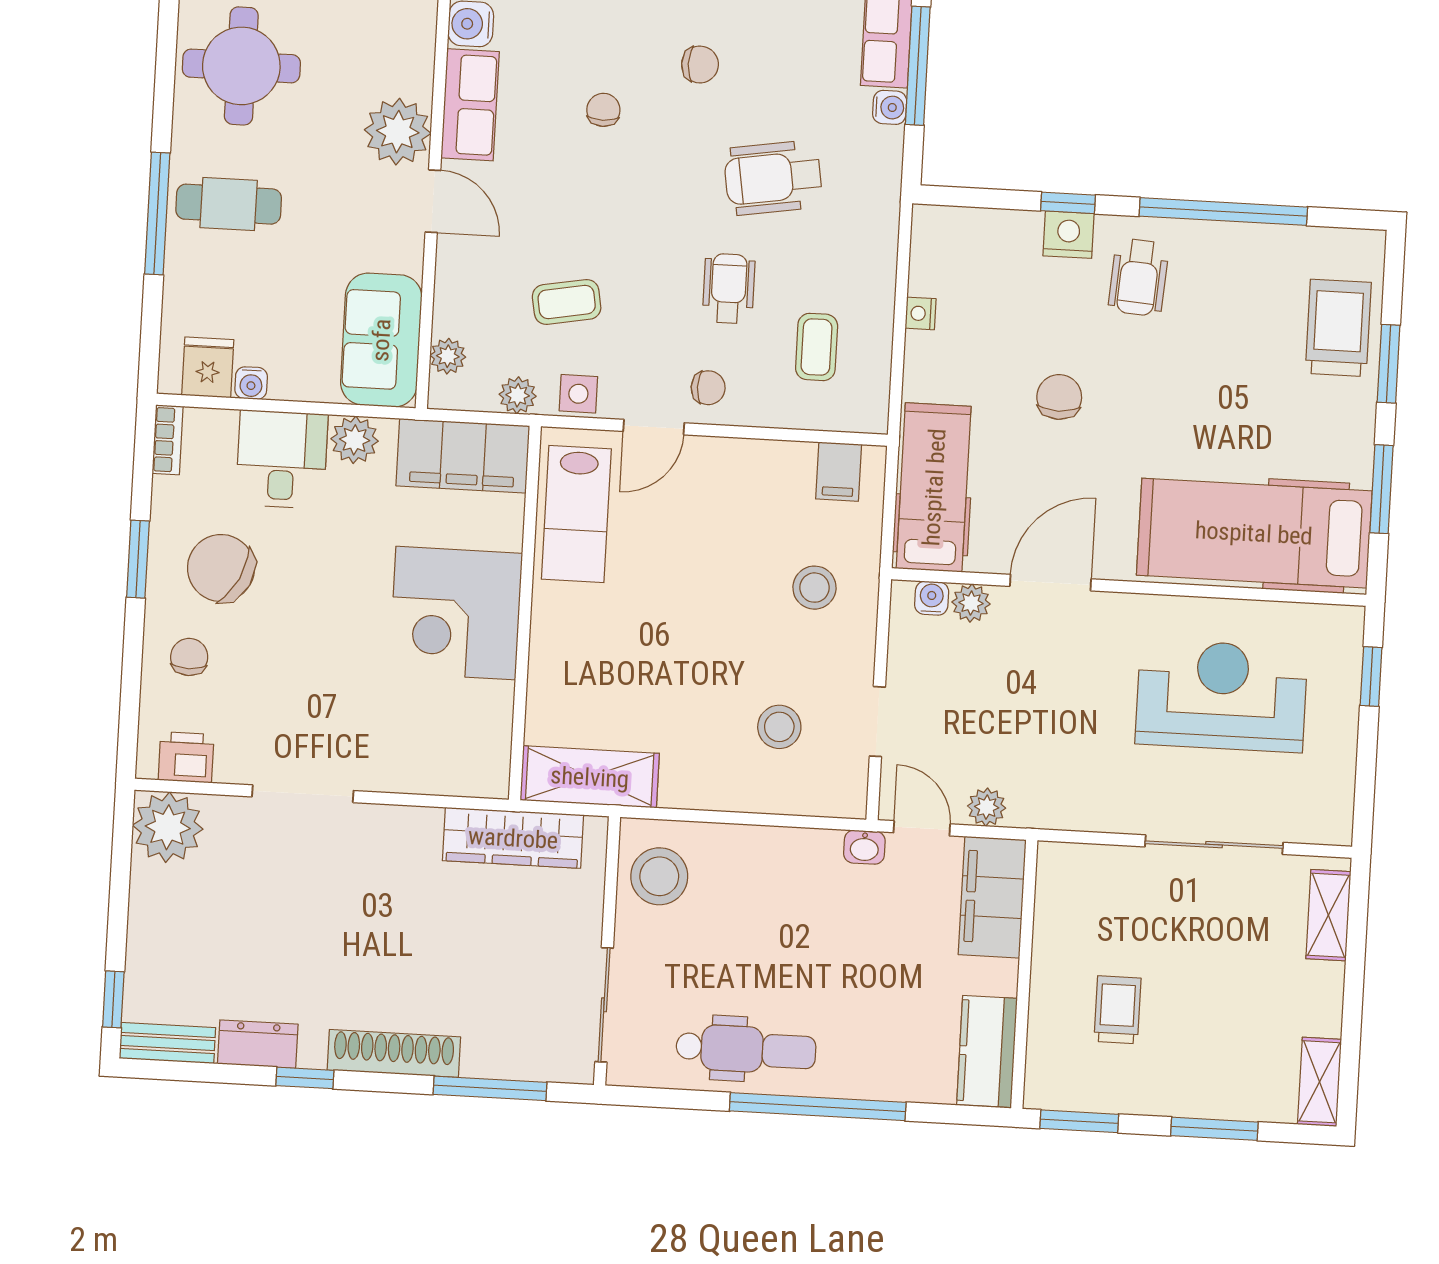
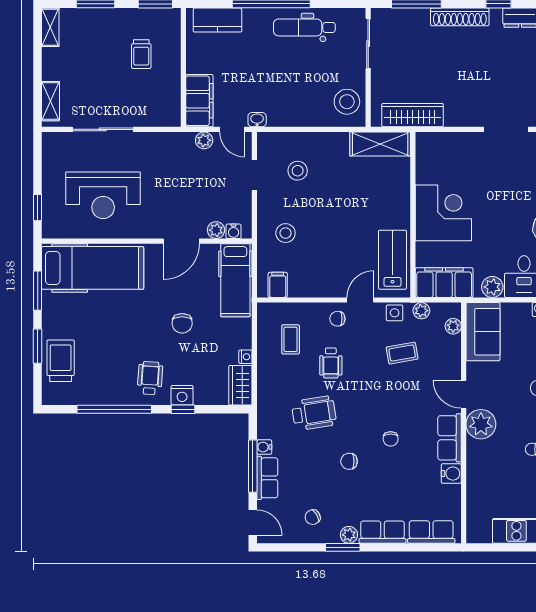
wardrobe: (936, 250) -> (240, 385), added
trolley: (1338, 328) -> (61, 361), turned 180
kitchen counter: (987, 1051) -> (217, 20), moved, turned 90

